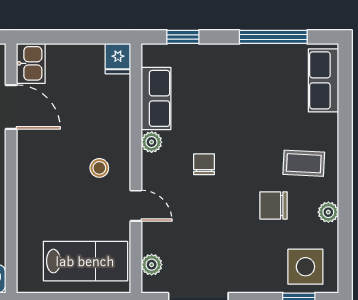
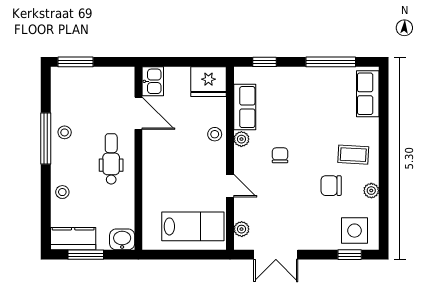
fridge: (118, 59) -> (208, 82), width x1.88, depth x1.34
stool: (99, 168) -> (215, 134), moved

